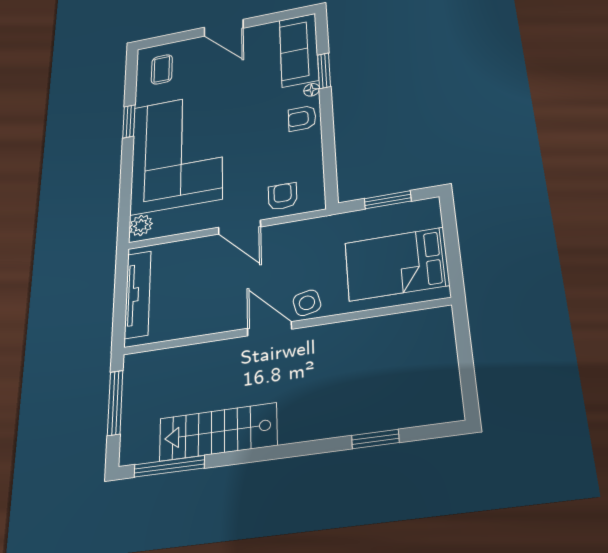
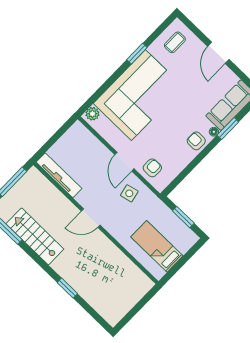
bed: (397, 264) -> (157, 246), width x0.67
tv unit: (138, 294) -> (59, 175), moved, turned -90
side table: (307, 303) -> (129, 193), moved
door: (270, 329) -> (91, 218), swing flipped
window: (375, 439) -> (67, 288), moved

